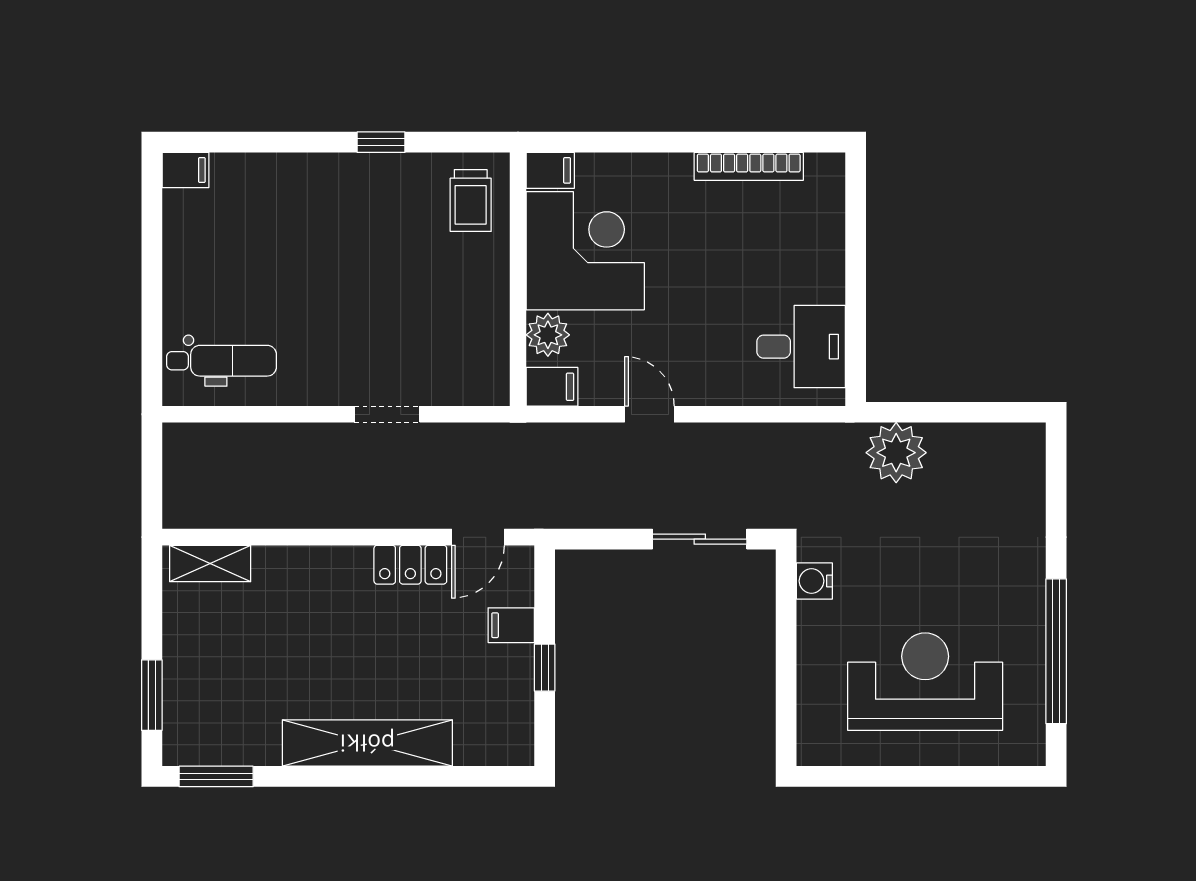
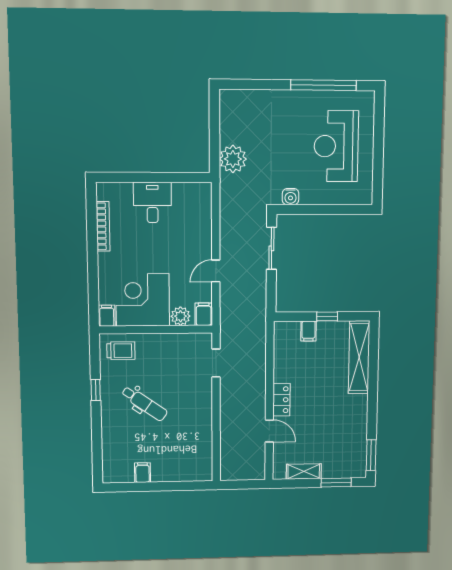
filing cabinet: (185, 170) -> (143, 473), moved
desk: (801, 347) -> (152, 202), moved
dental chair: (221, 361) -> (144, 404), moved, turned 125
doorway: (387, 414) -> (216, 363), moved
door: (478, 537) -> (269, 431), moved
shelving: (210, 563) -> (304, 471), moved, turned 90
locker: (410, 565) -> (281, 400), moved
shelving: (367, 743) -> (359, 357), moved

